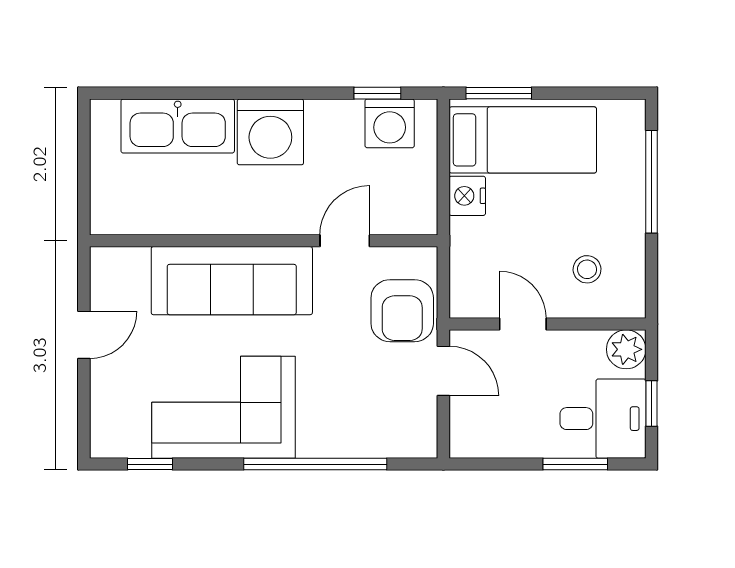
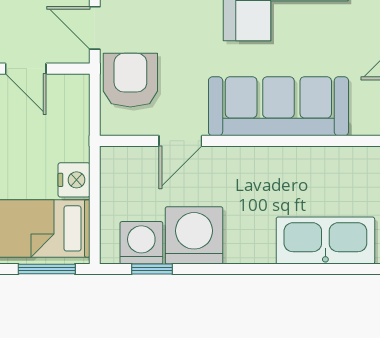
washing machine: (270, 132) -> (194, 235), moved

